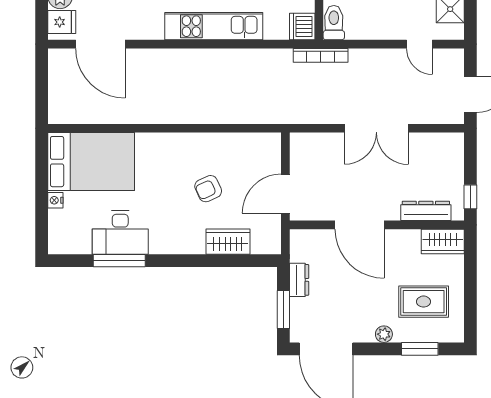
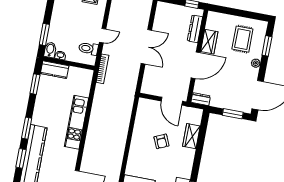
toilet: (334, 23) -> (88, 49), moved
dishwasher: (302, 27) -> (85, 76), removed
door: (419, 44) -> (103, 36), moved
wardrobe: (443, 241) -> (209, 42), moved
dresser: (299, 280) -> (201, 99), moved

